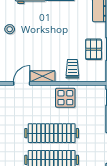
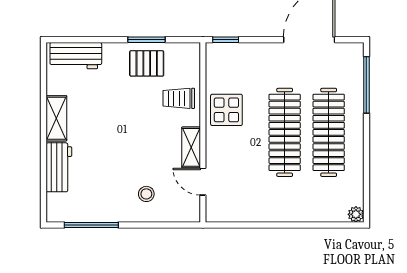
stool: (10, 29) -> (146, 194), moved

